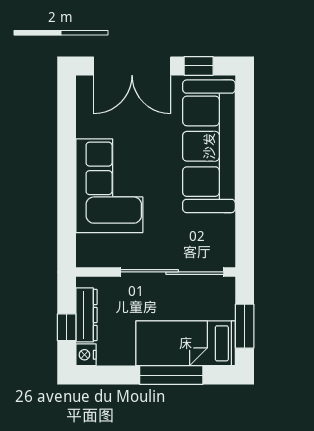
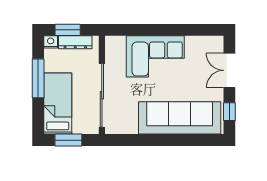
double door: (132, 66) -> (229, 70), width x0.73
window: (67, 327) -> (68, 30), width x1.50
window: (171, 375) -> (38, 78), moved

